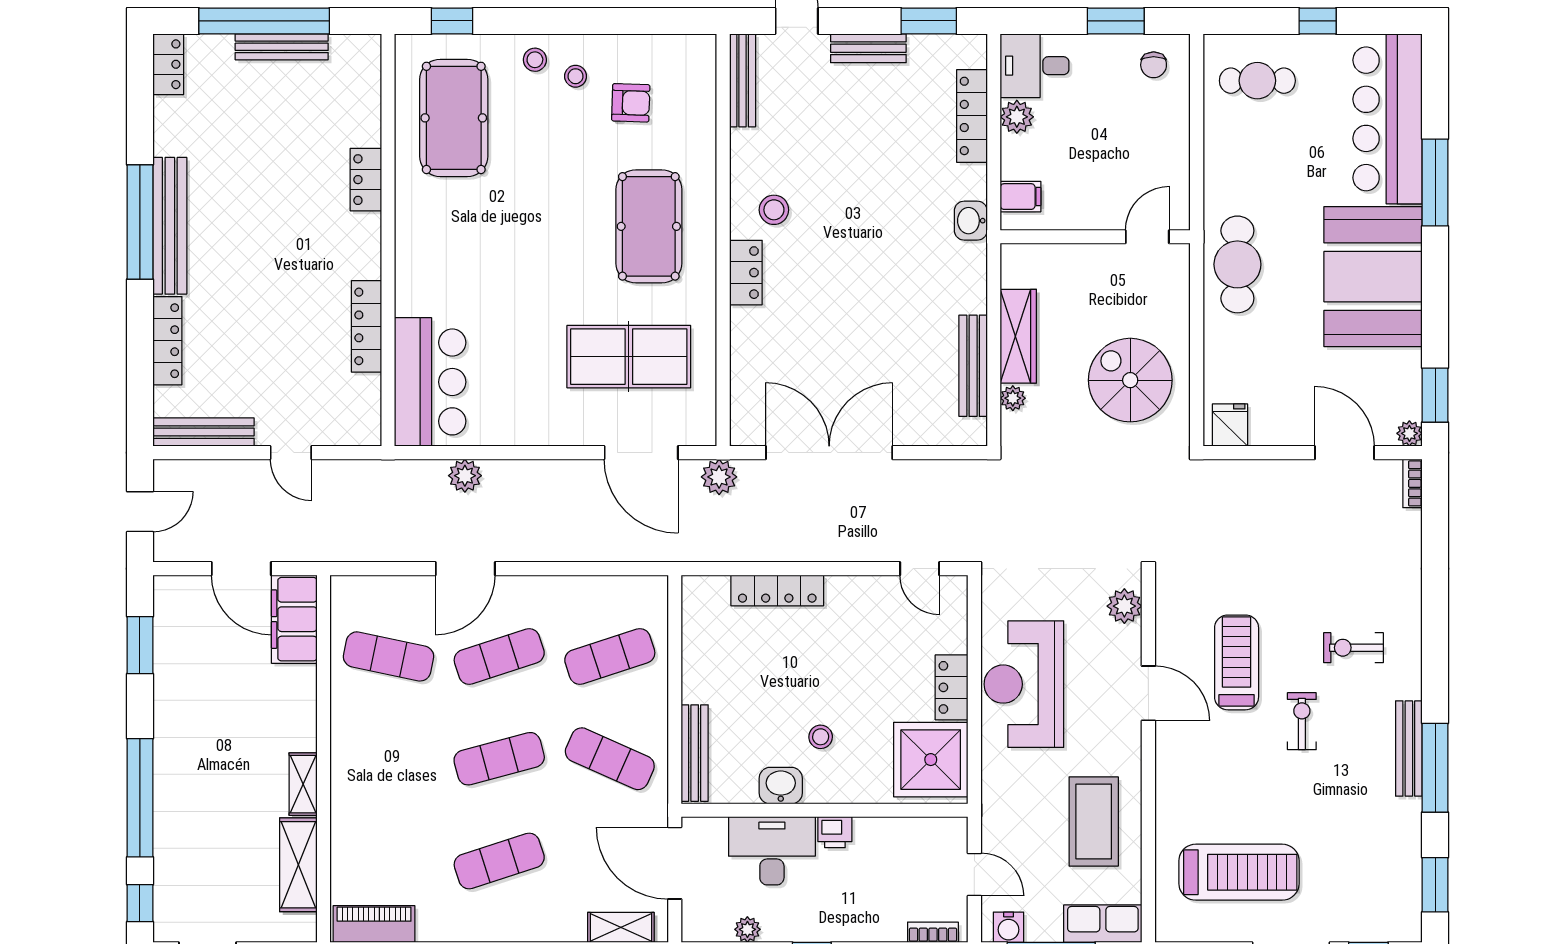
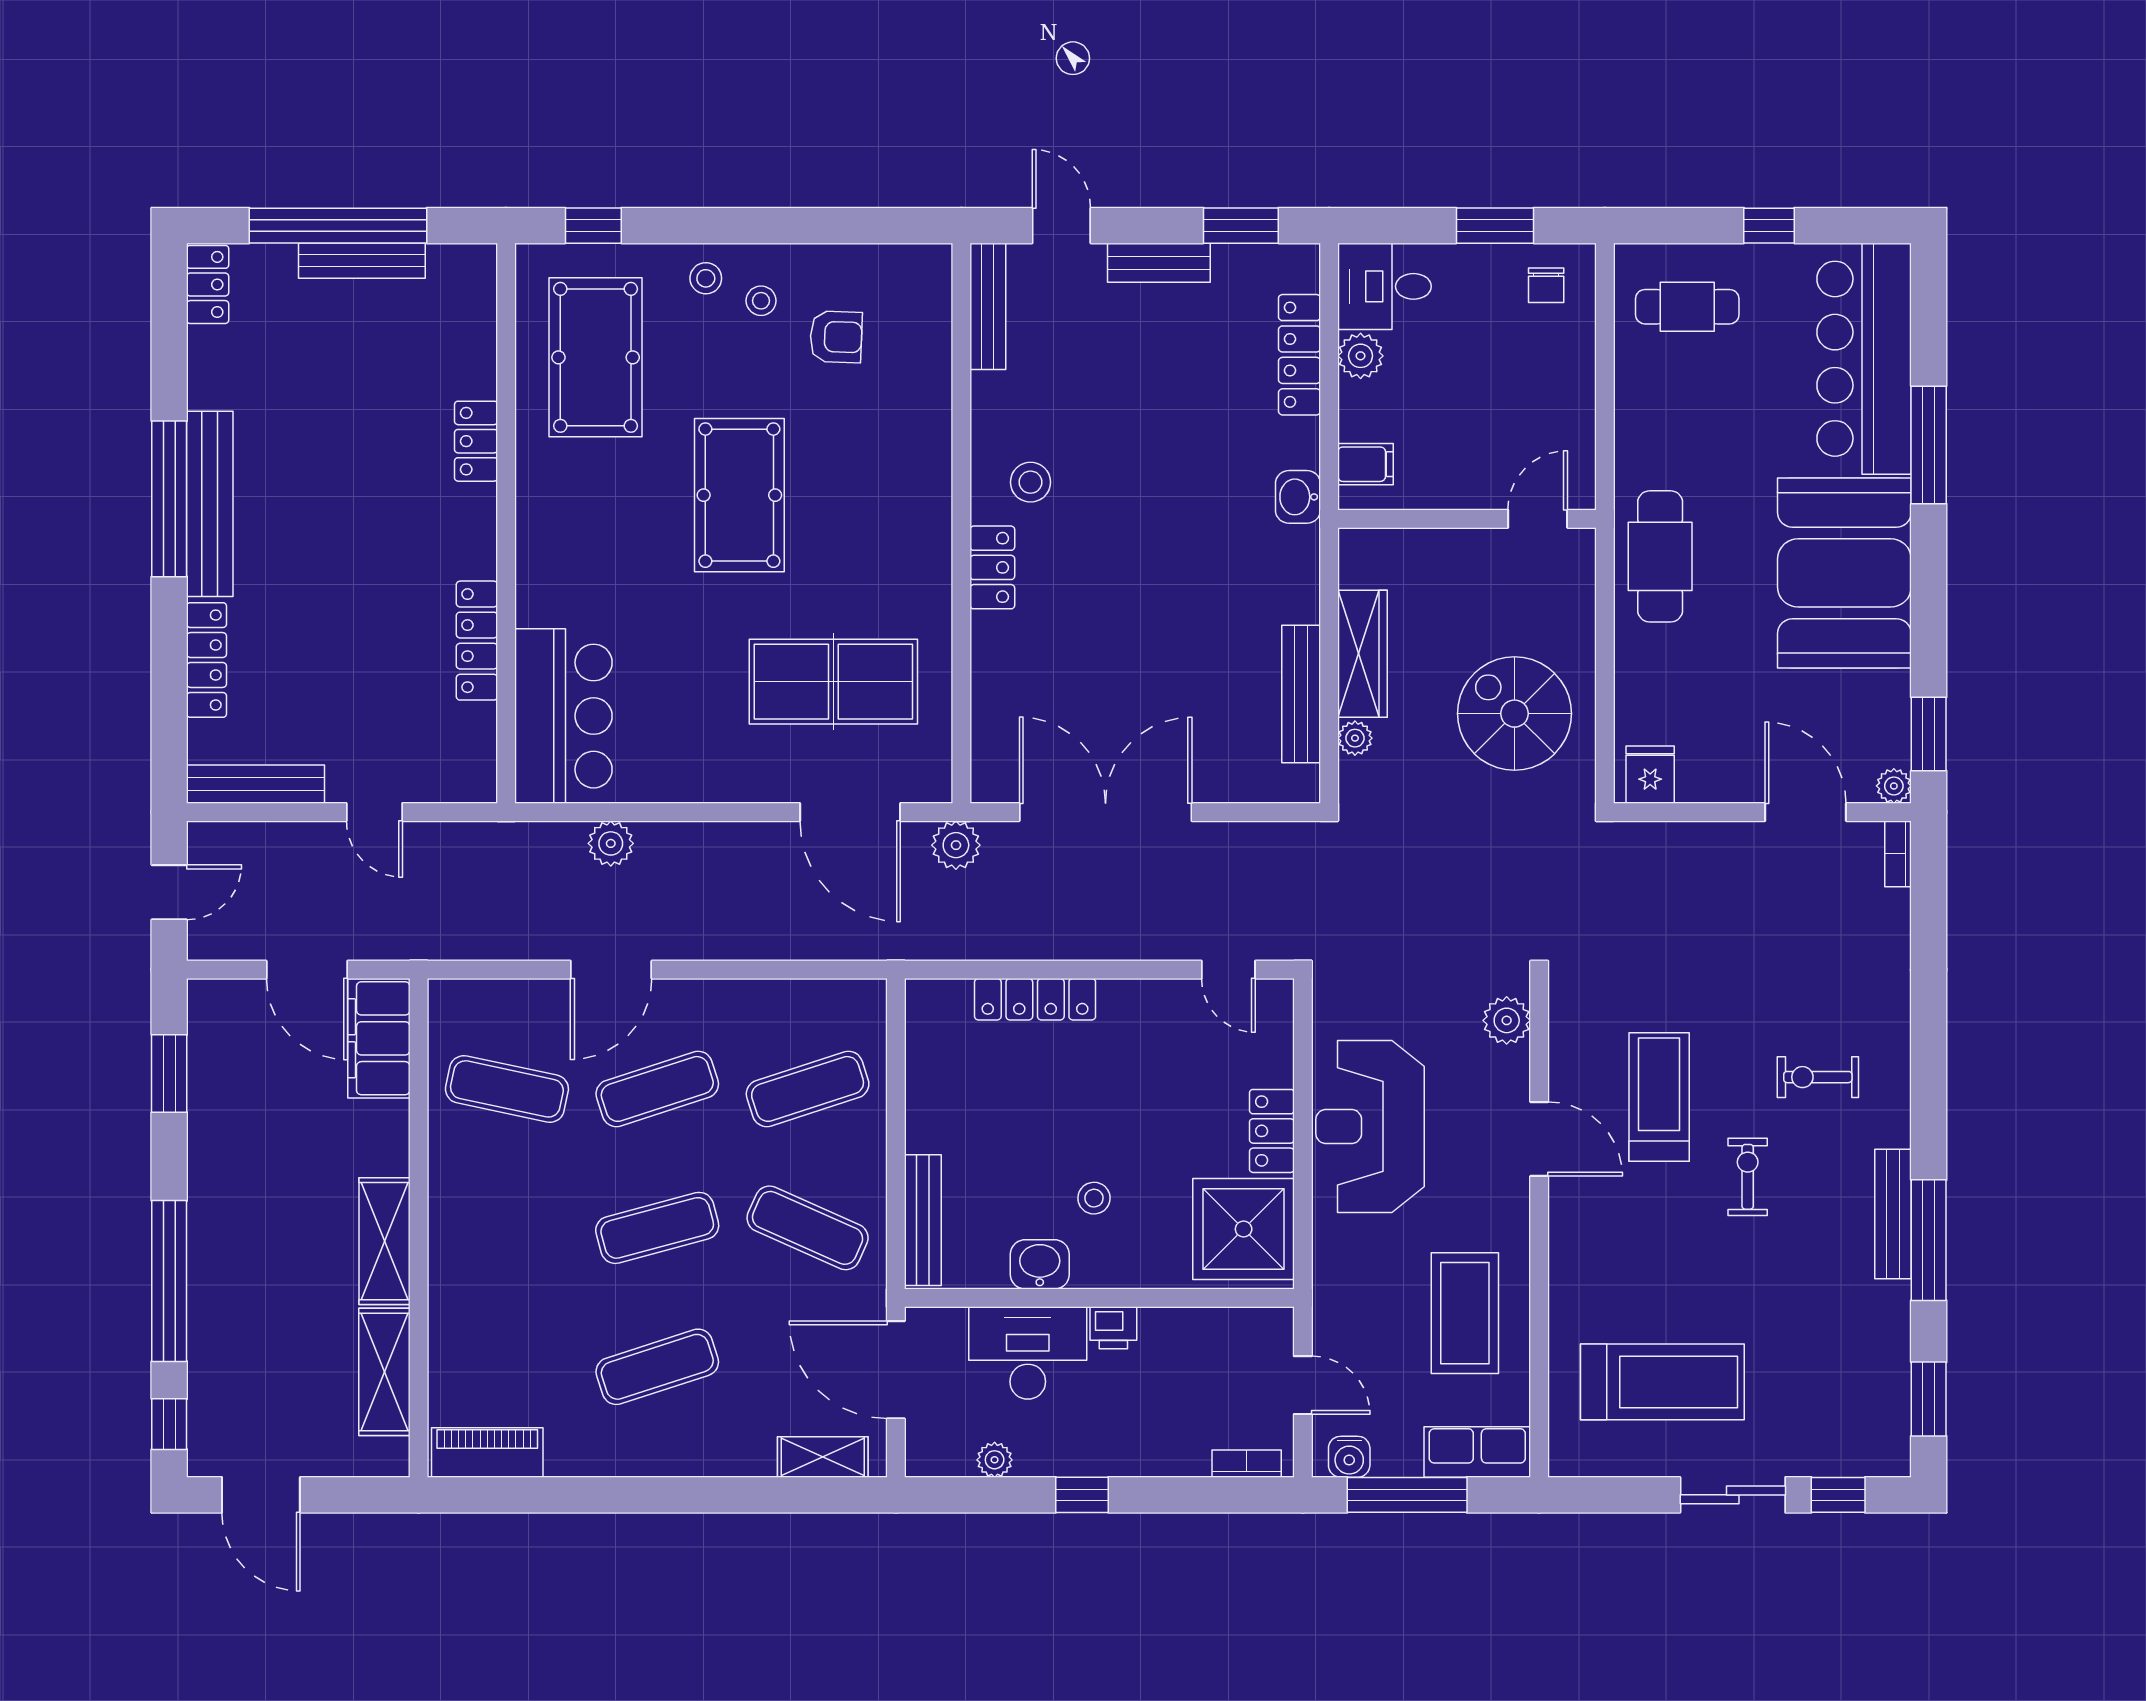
pool table: (649, 226) -> (739, 495), moved
shelving: (303, 784) -> (385, 1241), width x1.50, depth x1.33

